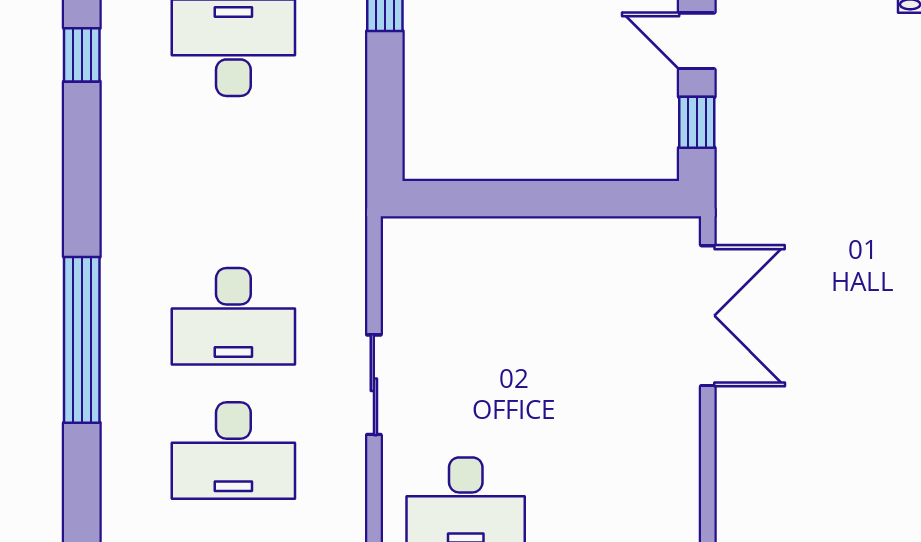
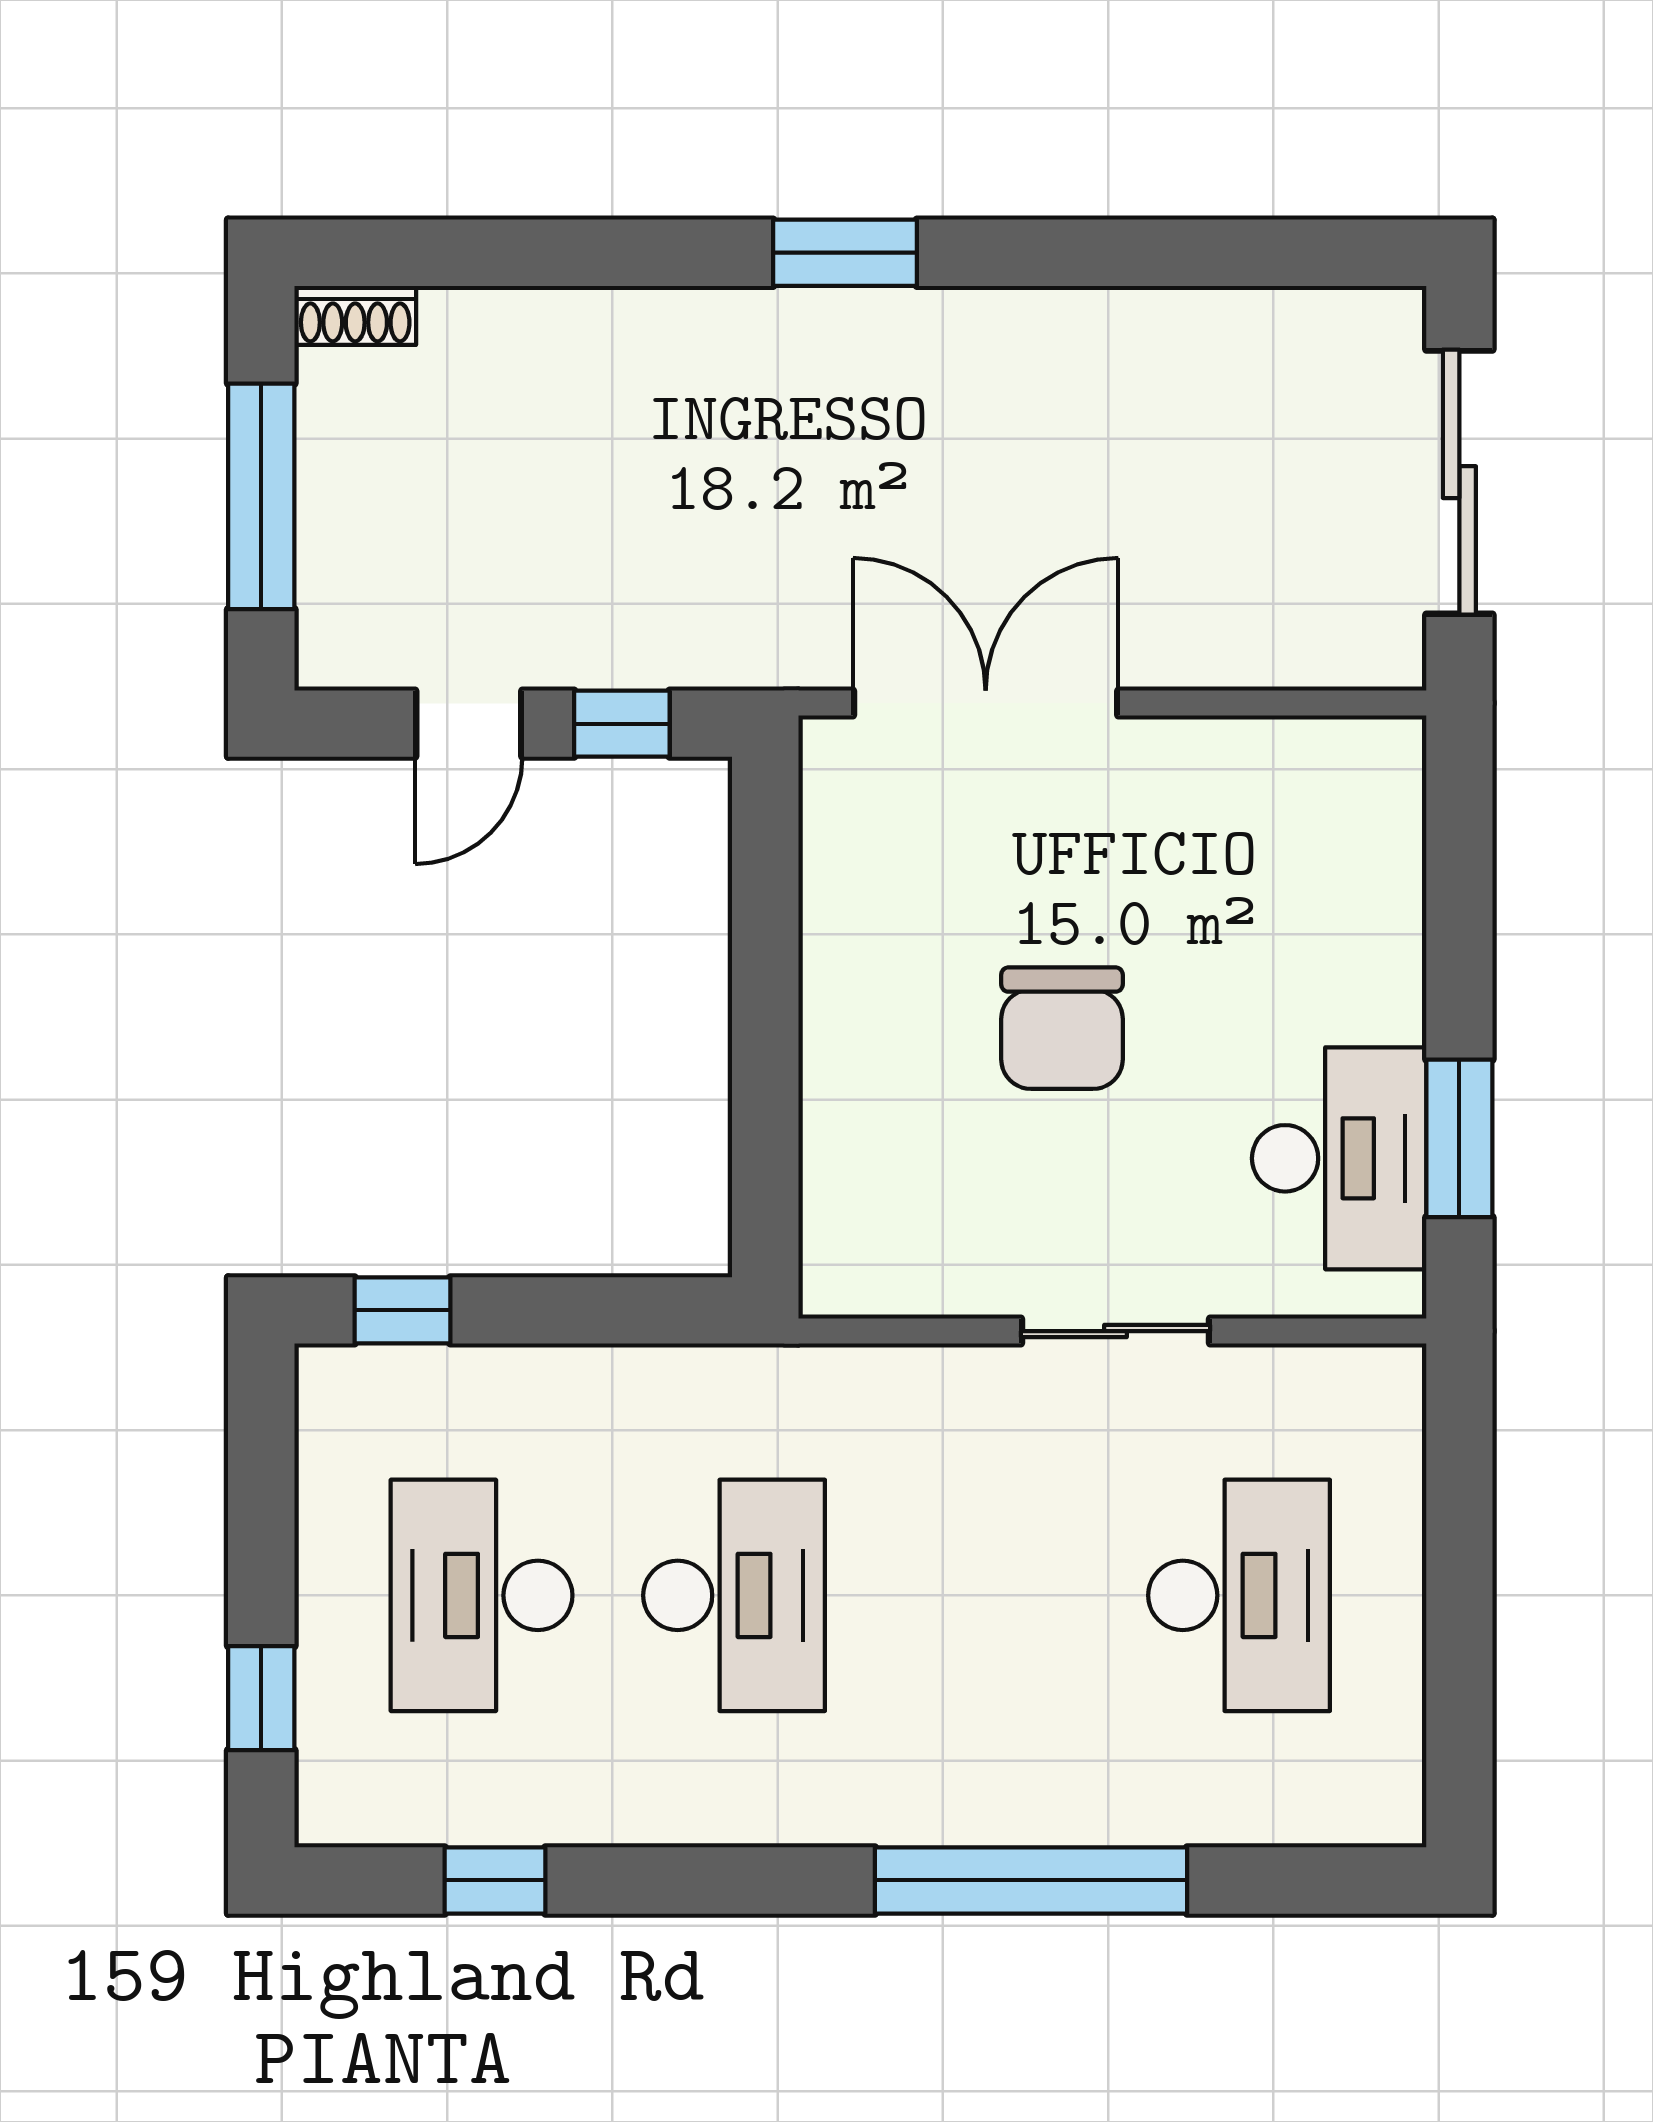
desk: (233, 316) -> (734, 1595), moved
chair: (535, 356) -> (1062, 1028), added

